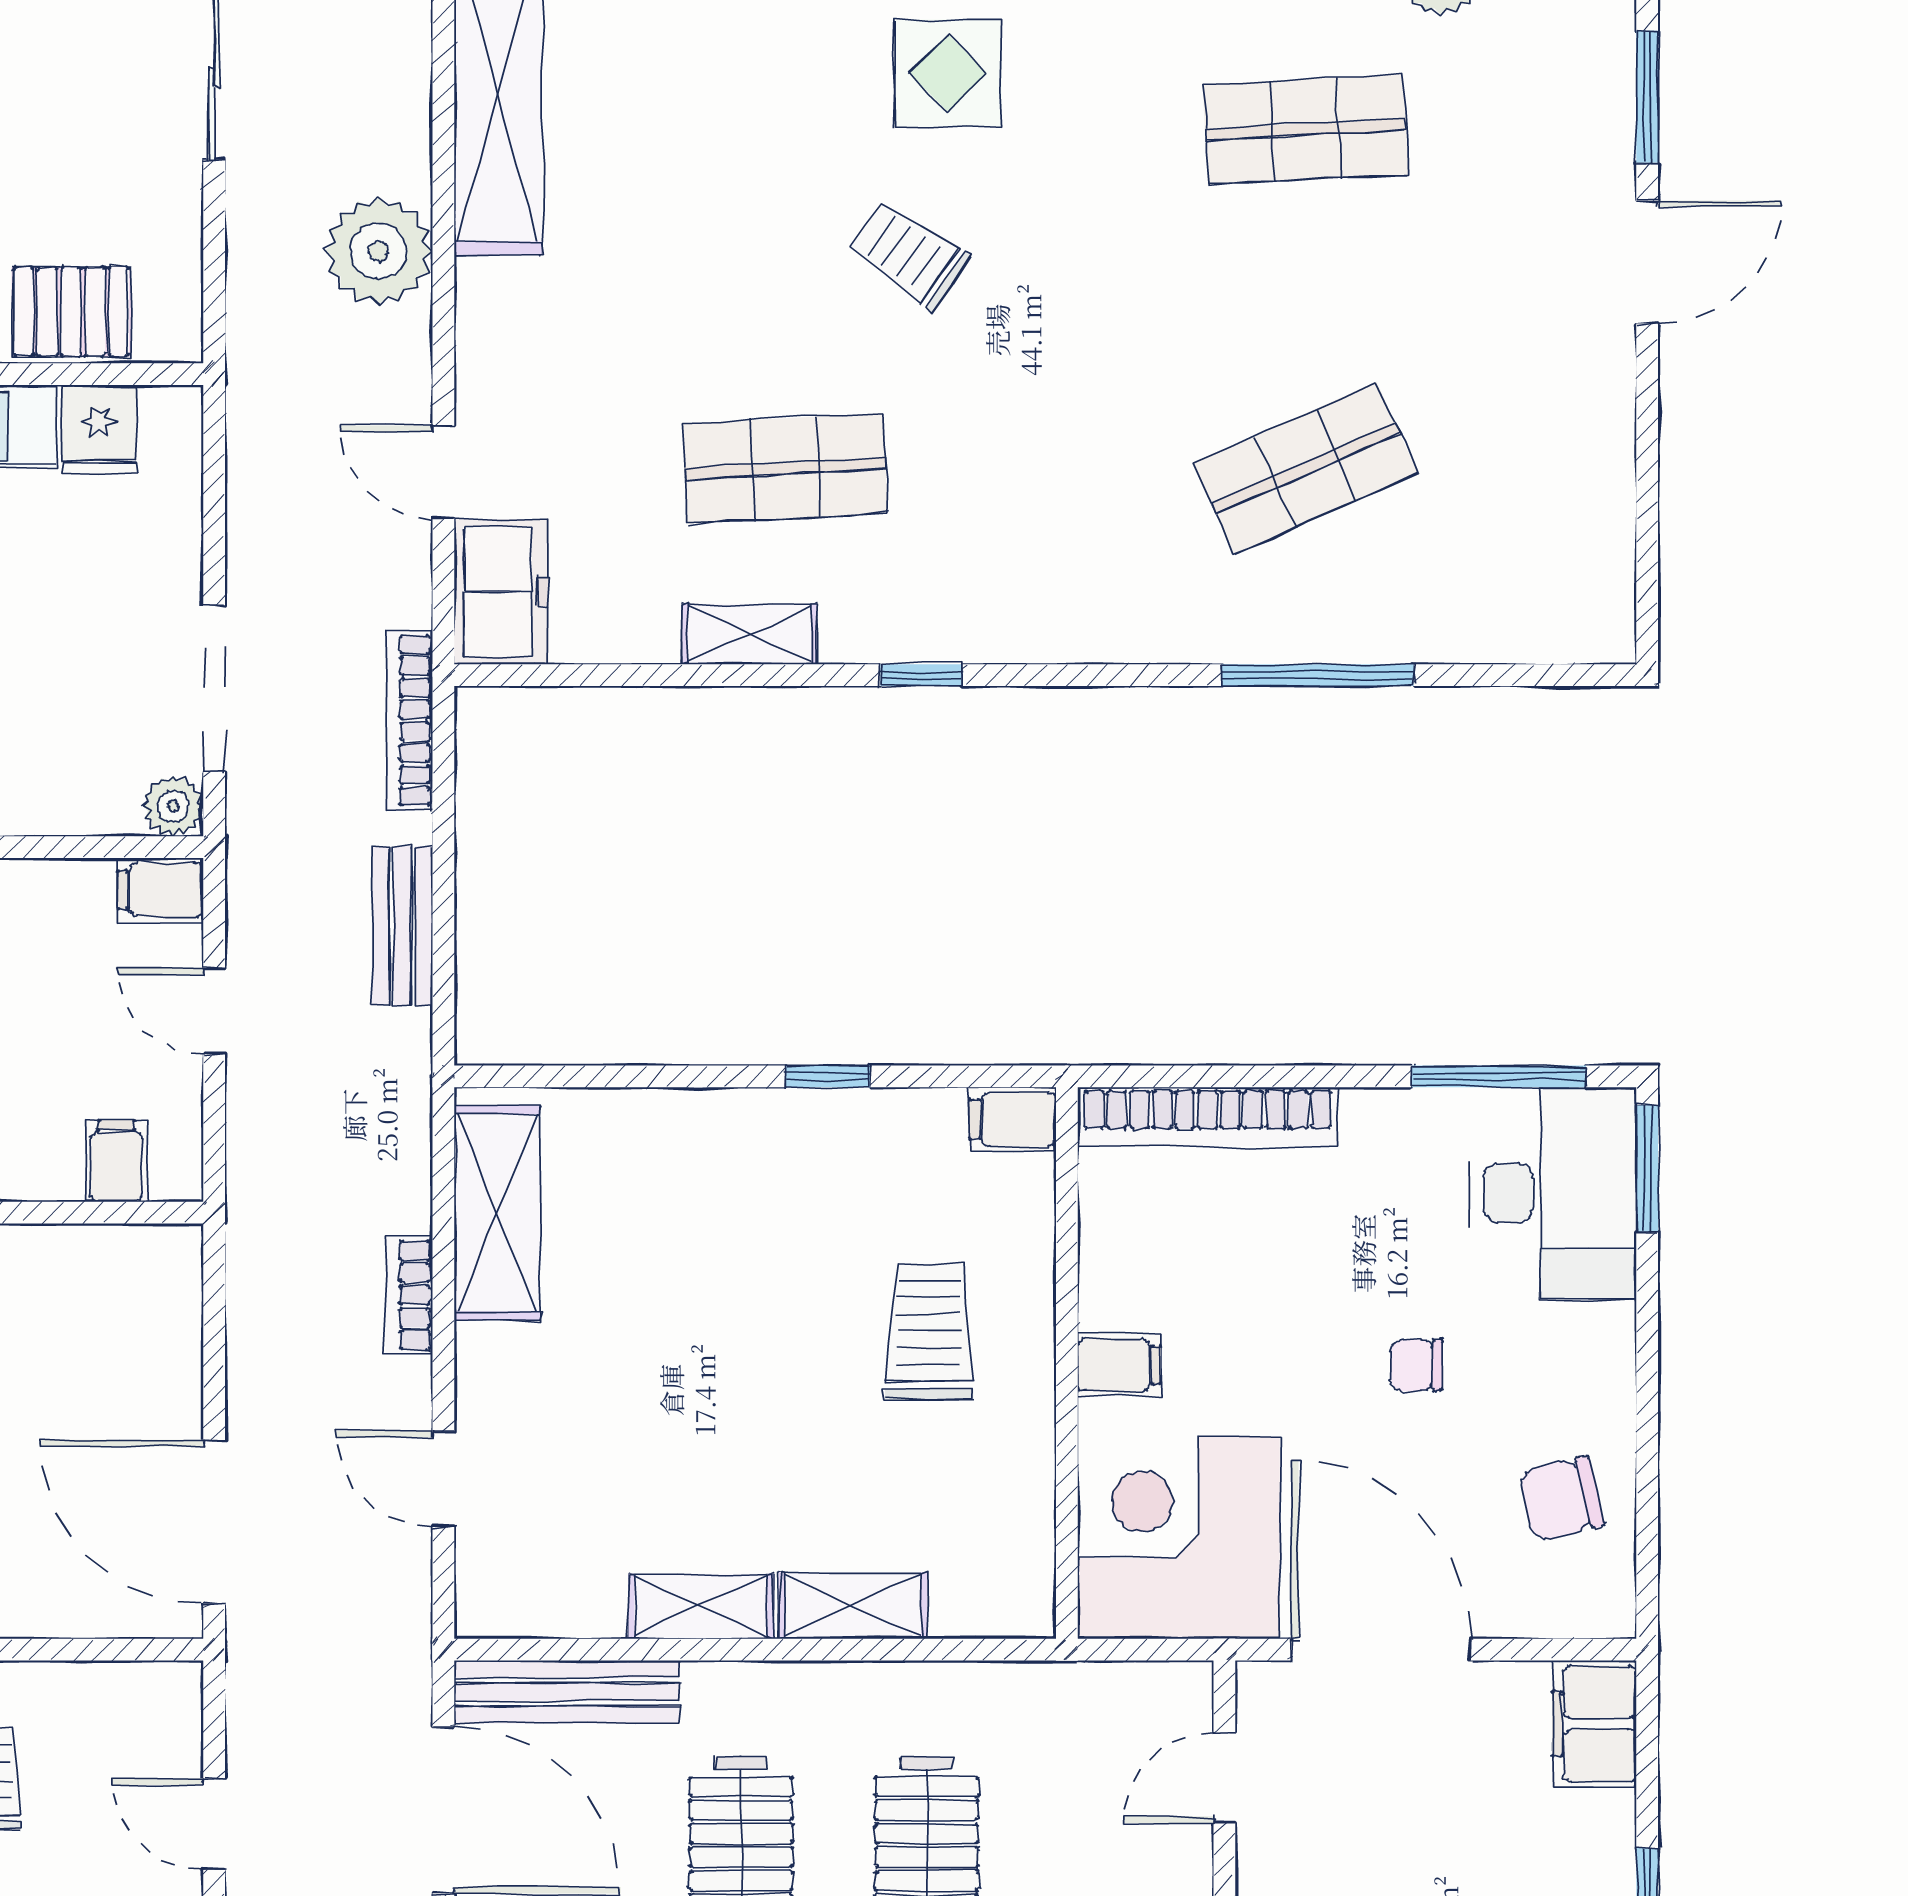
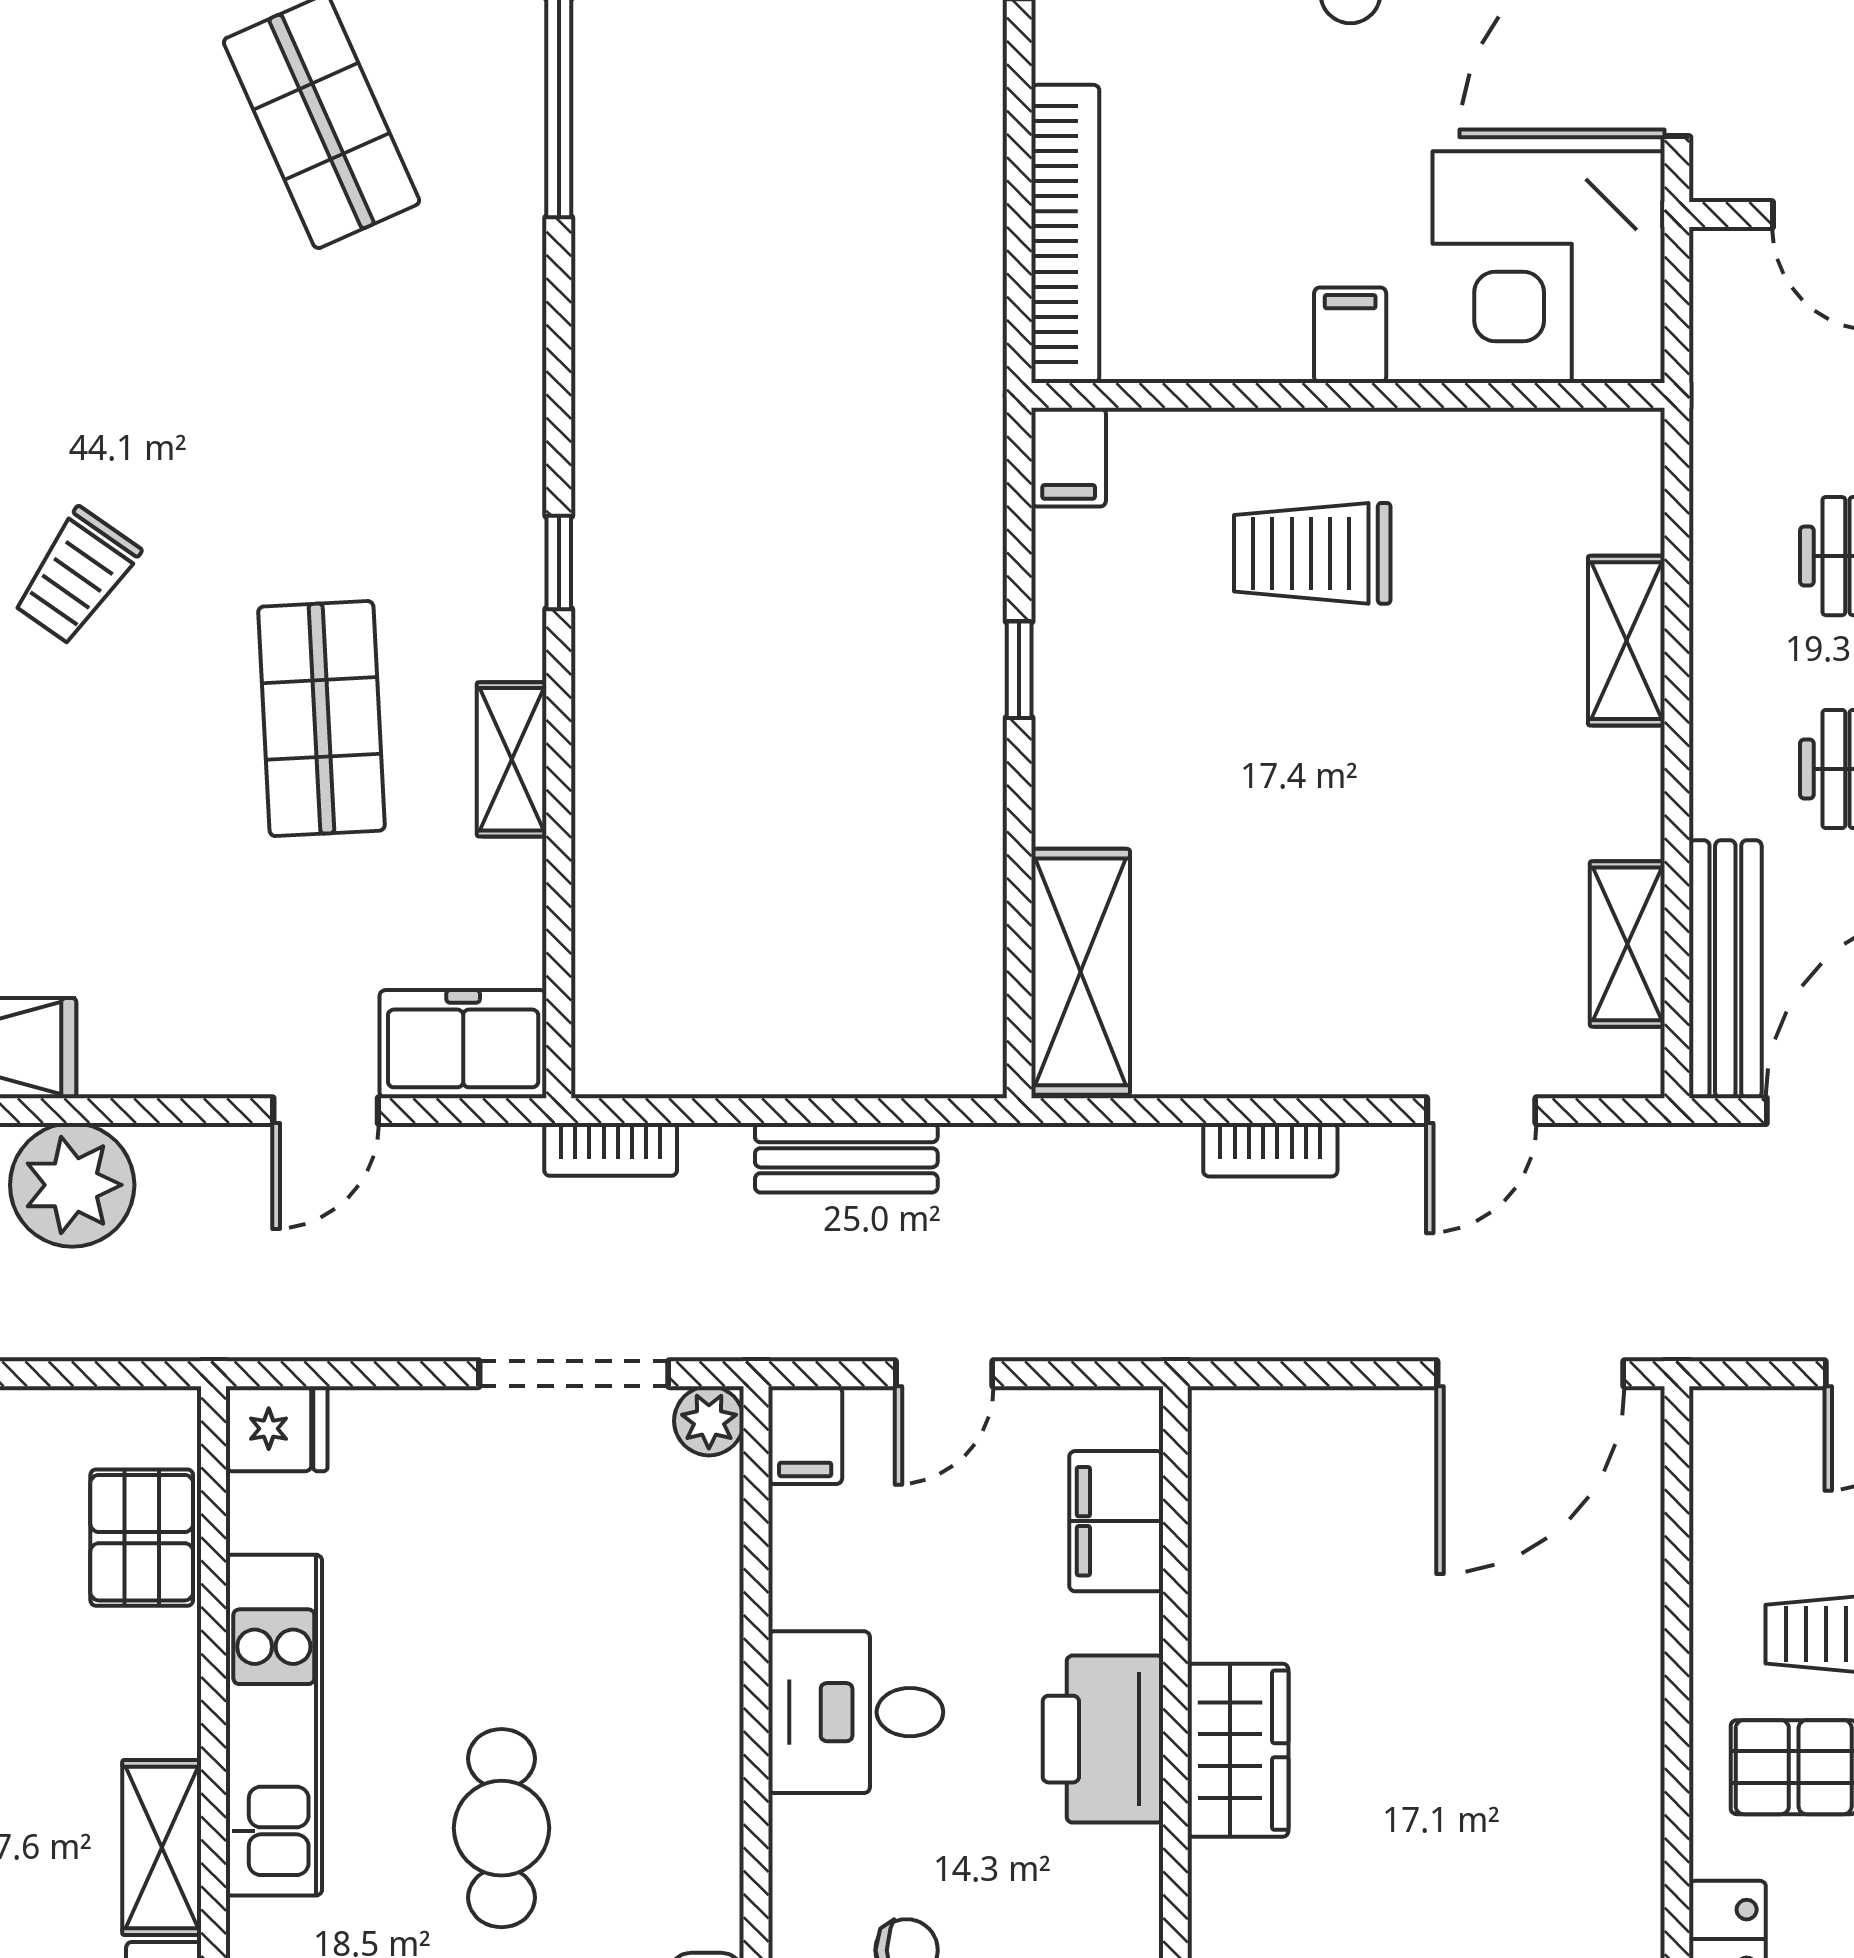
fridge: (99, 429) -> (277, 1429), moved
bookcase: (410, 720) -> (611, 1149), width x0.64
filing cabinet: (116, 1161) -> (1116, 1521), width x2.00
shelving: (497, 1213) -> (1081, 972), moved, turned 90
shelving: (701, 1606) -> (1627, 944), moved

